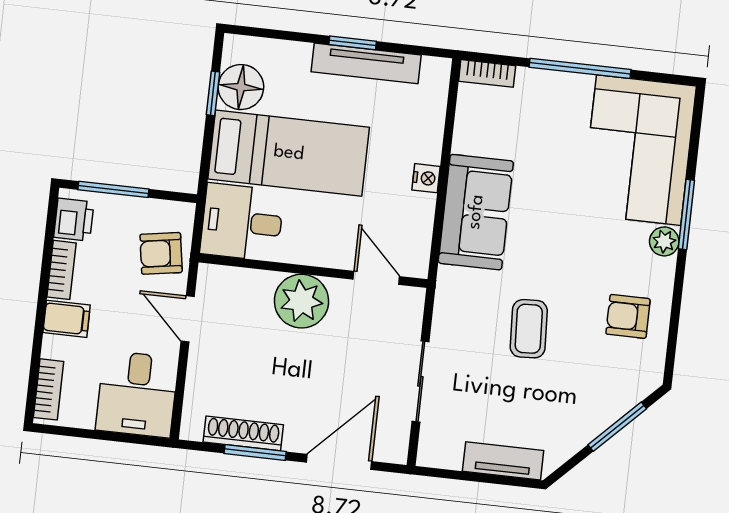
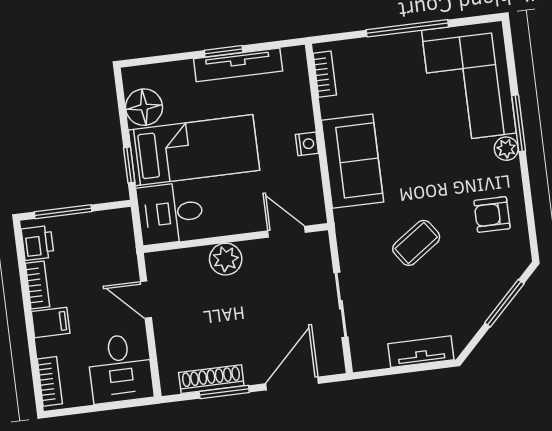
bookcase: (487, 73) -> (325, 74), moved, turned -90
window: (213, 93) -> (129, 165), moved
armchair: (161, 253) -> (113, 253), removed
plant: (302, 301) -> (226, 259), width x0.73, depth x0.73
coffee table: (529, 329) -> (416, 243), turned 58

